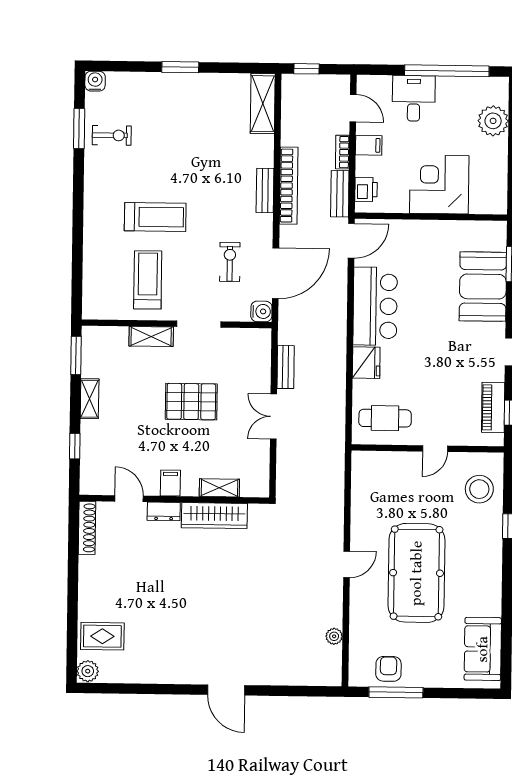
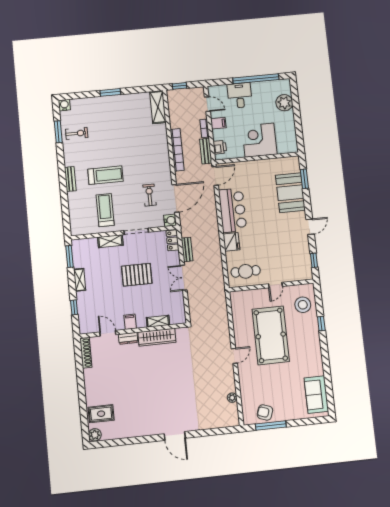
bench: (265, 191) -> (70, 179), moved
locker: (262, 348) -> (172, 240), added
piano: (493, 407) -> (305, 258), removed
pool table: (417, 573) -> (271, 335), moved
armchair: (388, 669) -> (265, 412), turned -70

